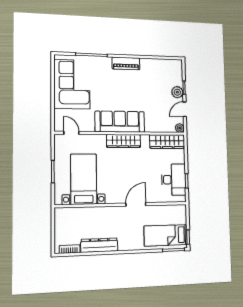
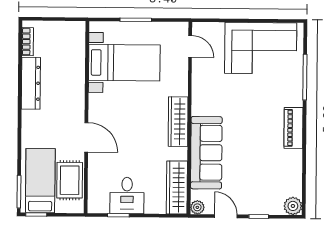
plant: (177, 92) -> (293, 206), moved
sofa: (120, 122) -> (206, 153), moved
door: (71, 133) -> (190, 46), hinge flipped
desk: (174, 180) -> (127, 195), width x0.73
rug: (165, 215) -> (70, 180), added

